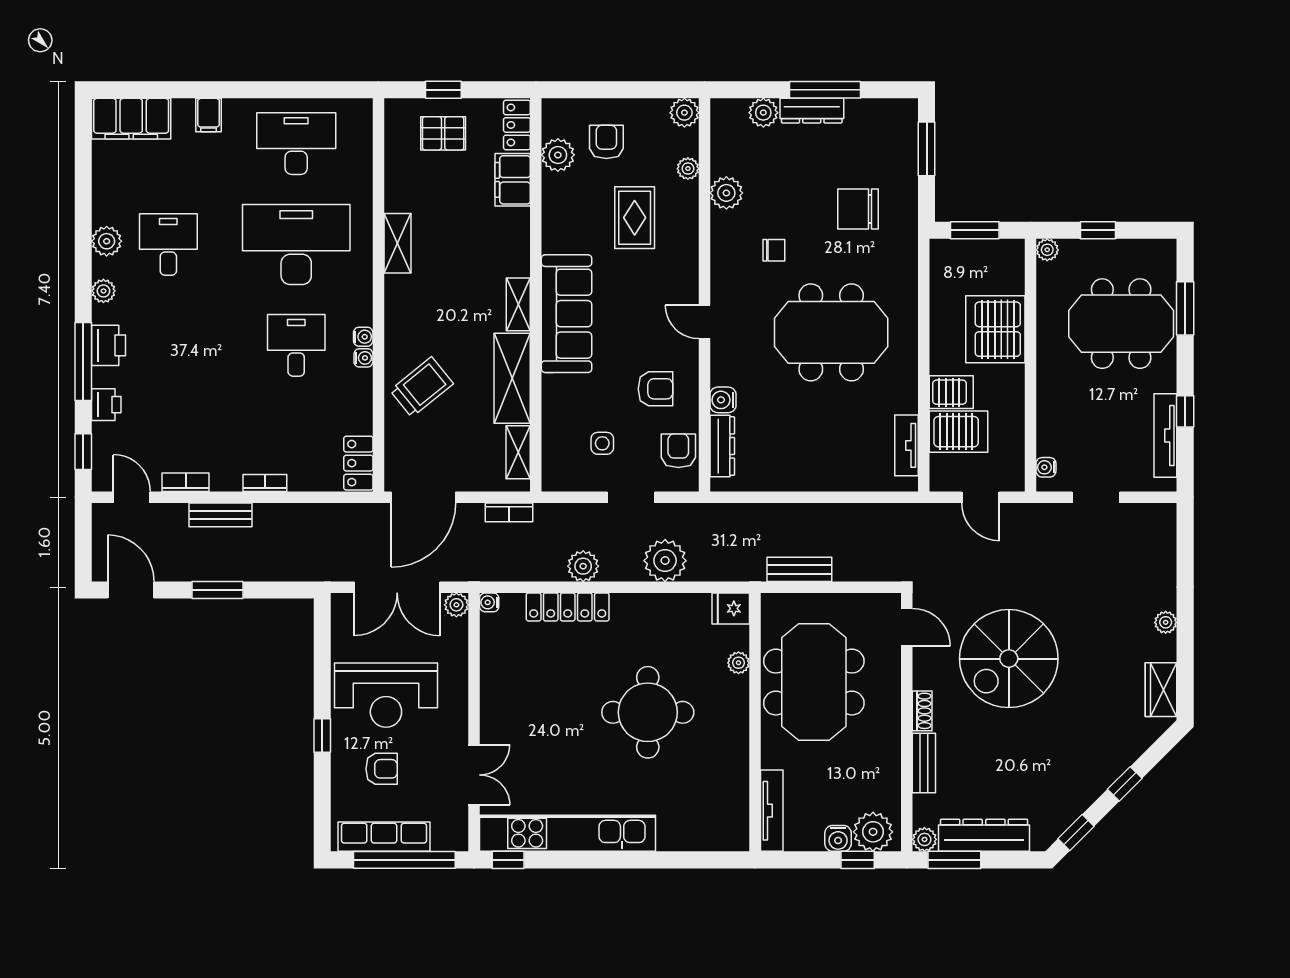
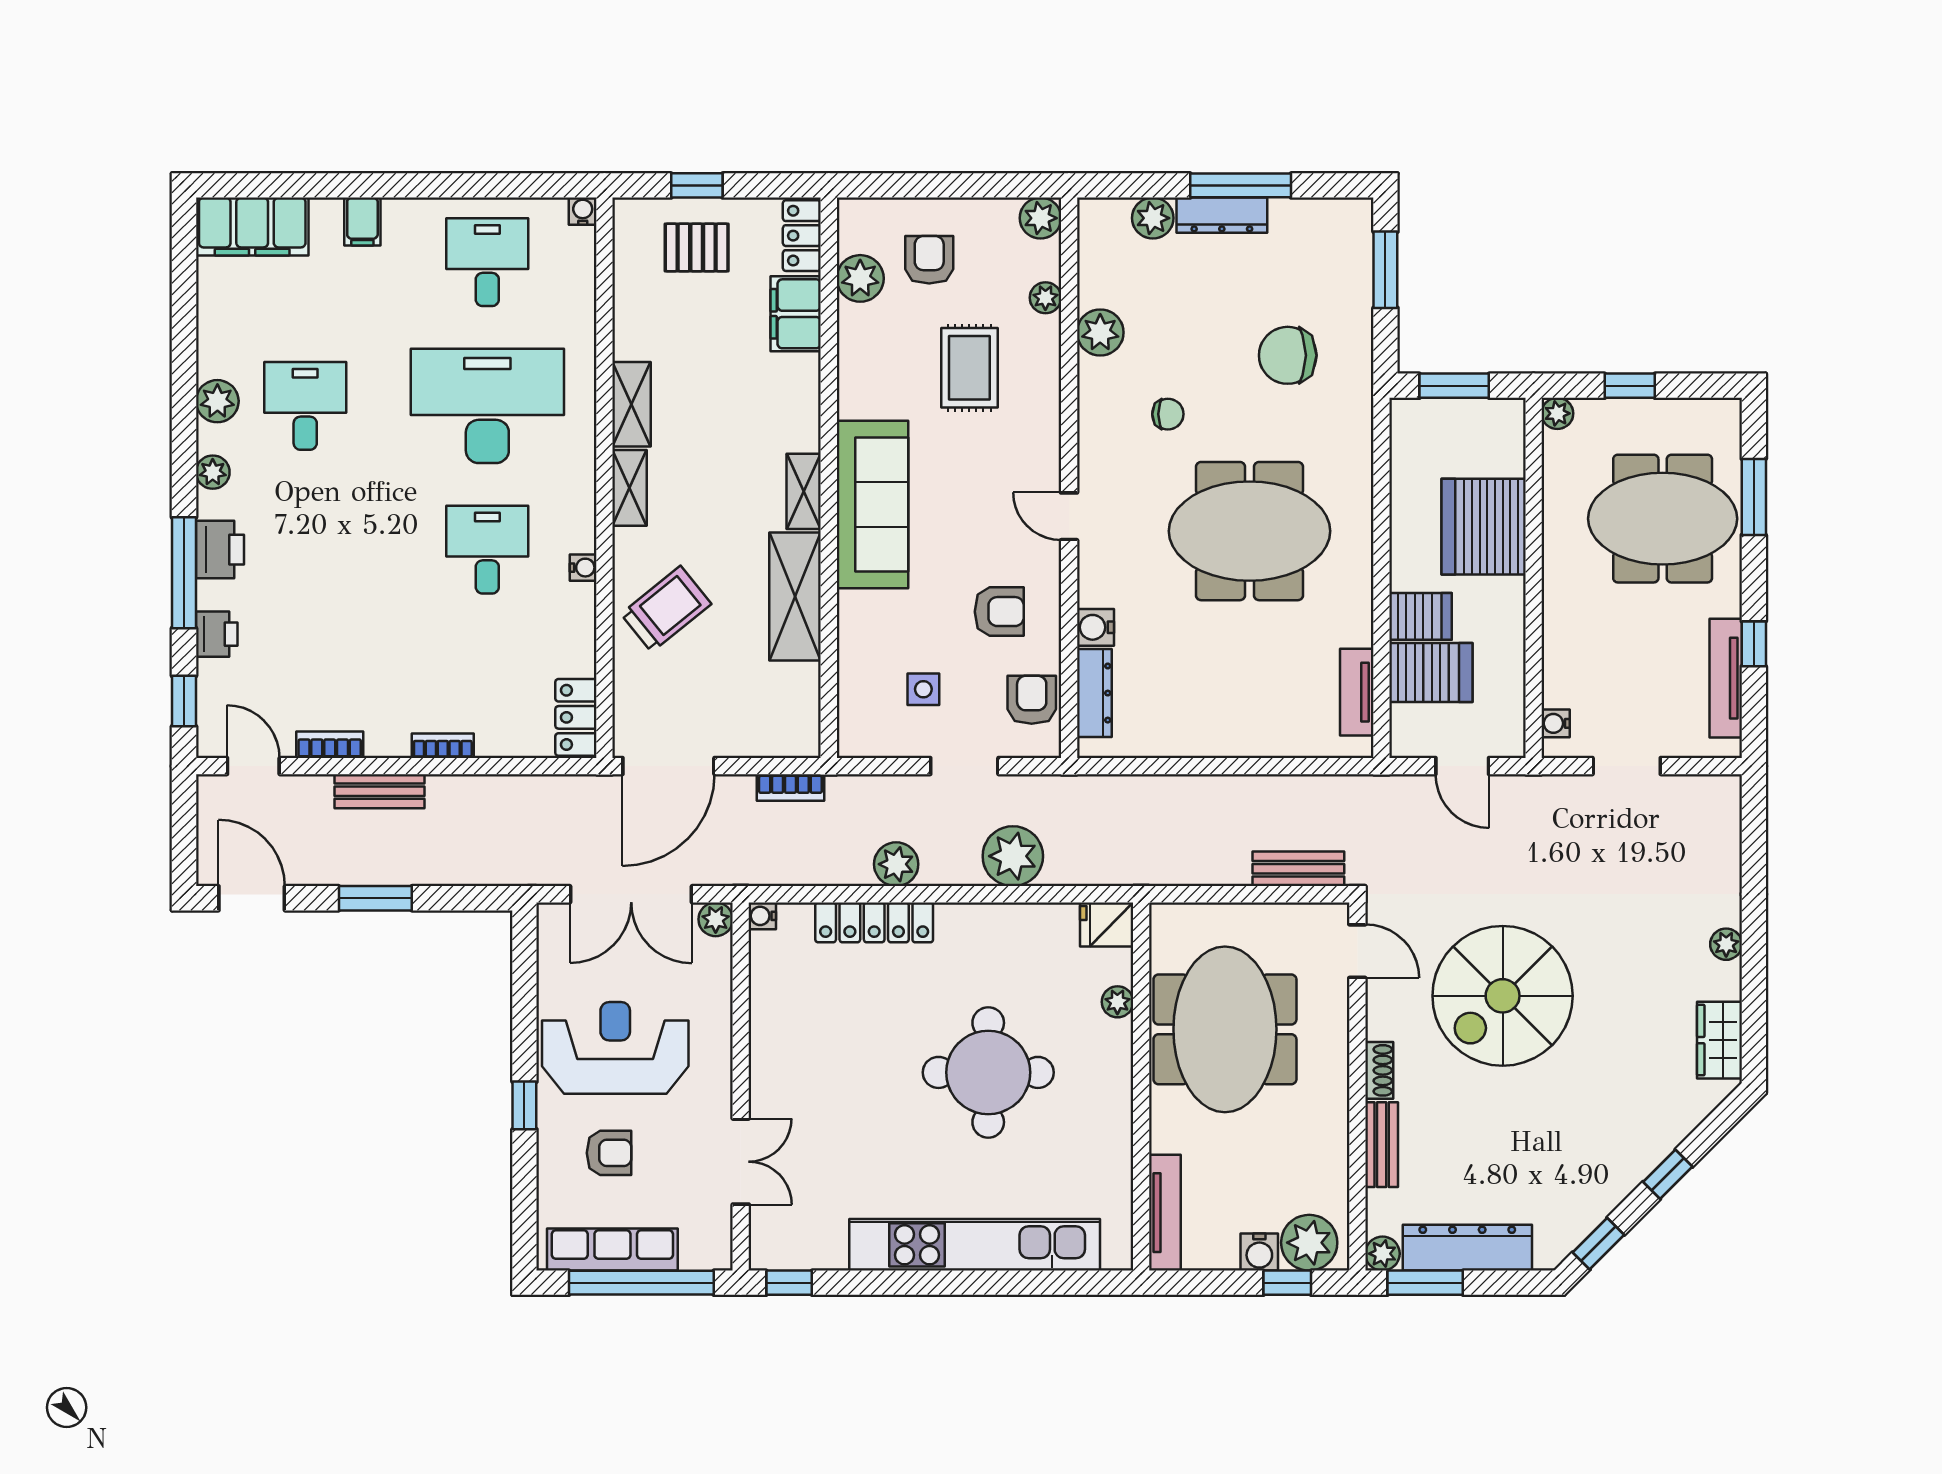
desk: (296, 144) -> (487, 262), width x0.73
water cooler: (363, 337) -> (583, 211), moved, turned -90
shelving: (518, 452) -> (630, 488), moved
bench: (799, 569) -> (1298, 869), moved
reception desk: (386, 695) -> (615, 1048), turned 180
kitchen unit: (568, 833) -> (975, 1245), moved

